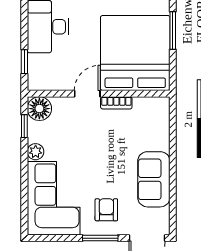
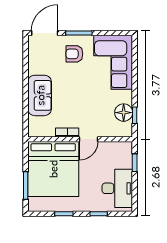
floor lamp: (39, 109) -> (124, 113), moved
plant: (36, 152) -> (126, 97), removed
sofa: (154, 179) -> (40, 95), moved
armchair: (106, 210) -> (74, 54), turned 90

